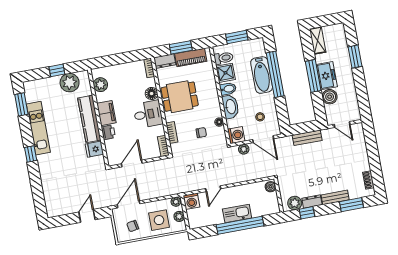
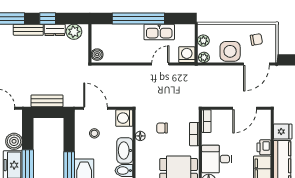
plant: (244, 149) -> (119, 101), removed
kitchen sink: (237, 213) -> (159, 32), moved
window: (307, 213) -> (48, 19), moved
side table: (159, 220) -> (230, 51), moved

